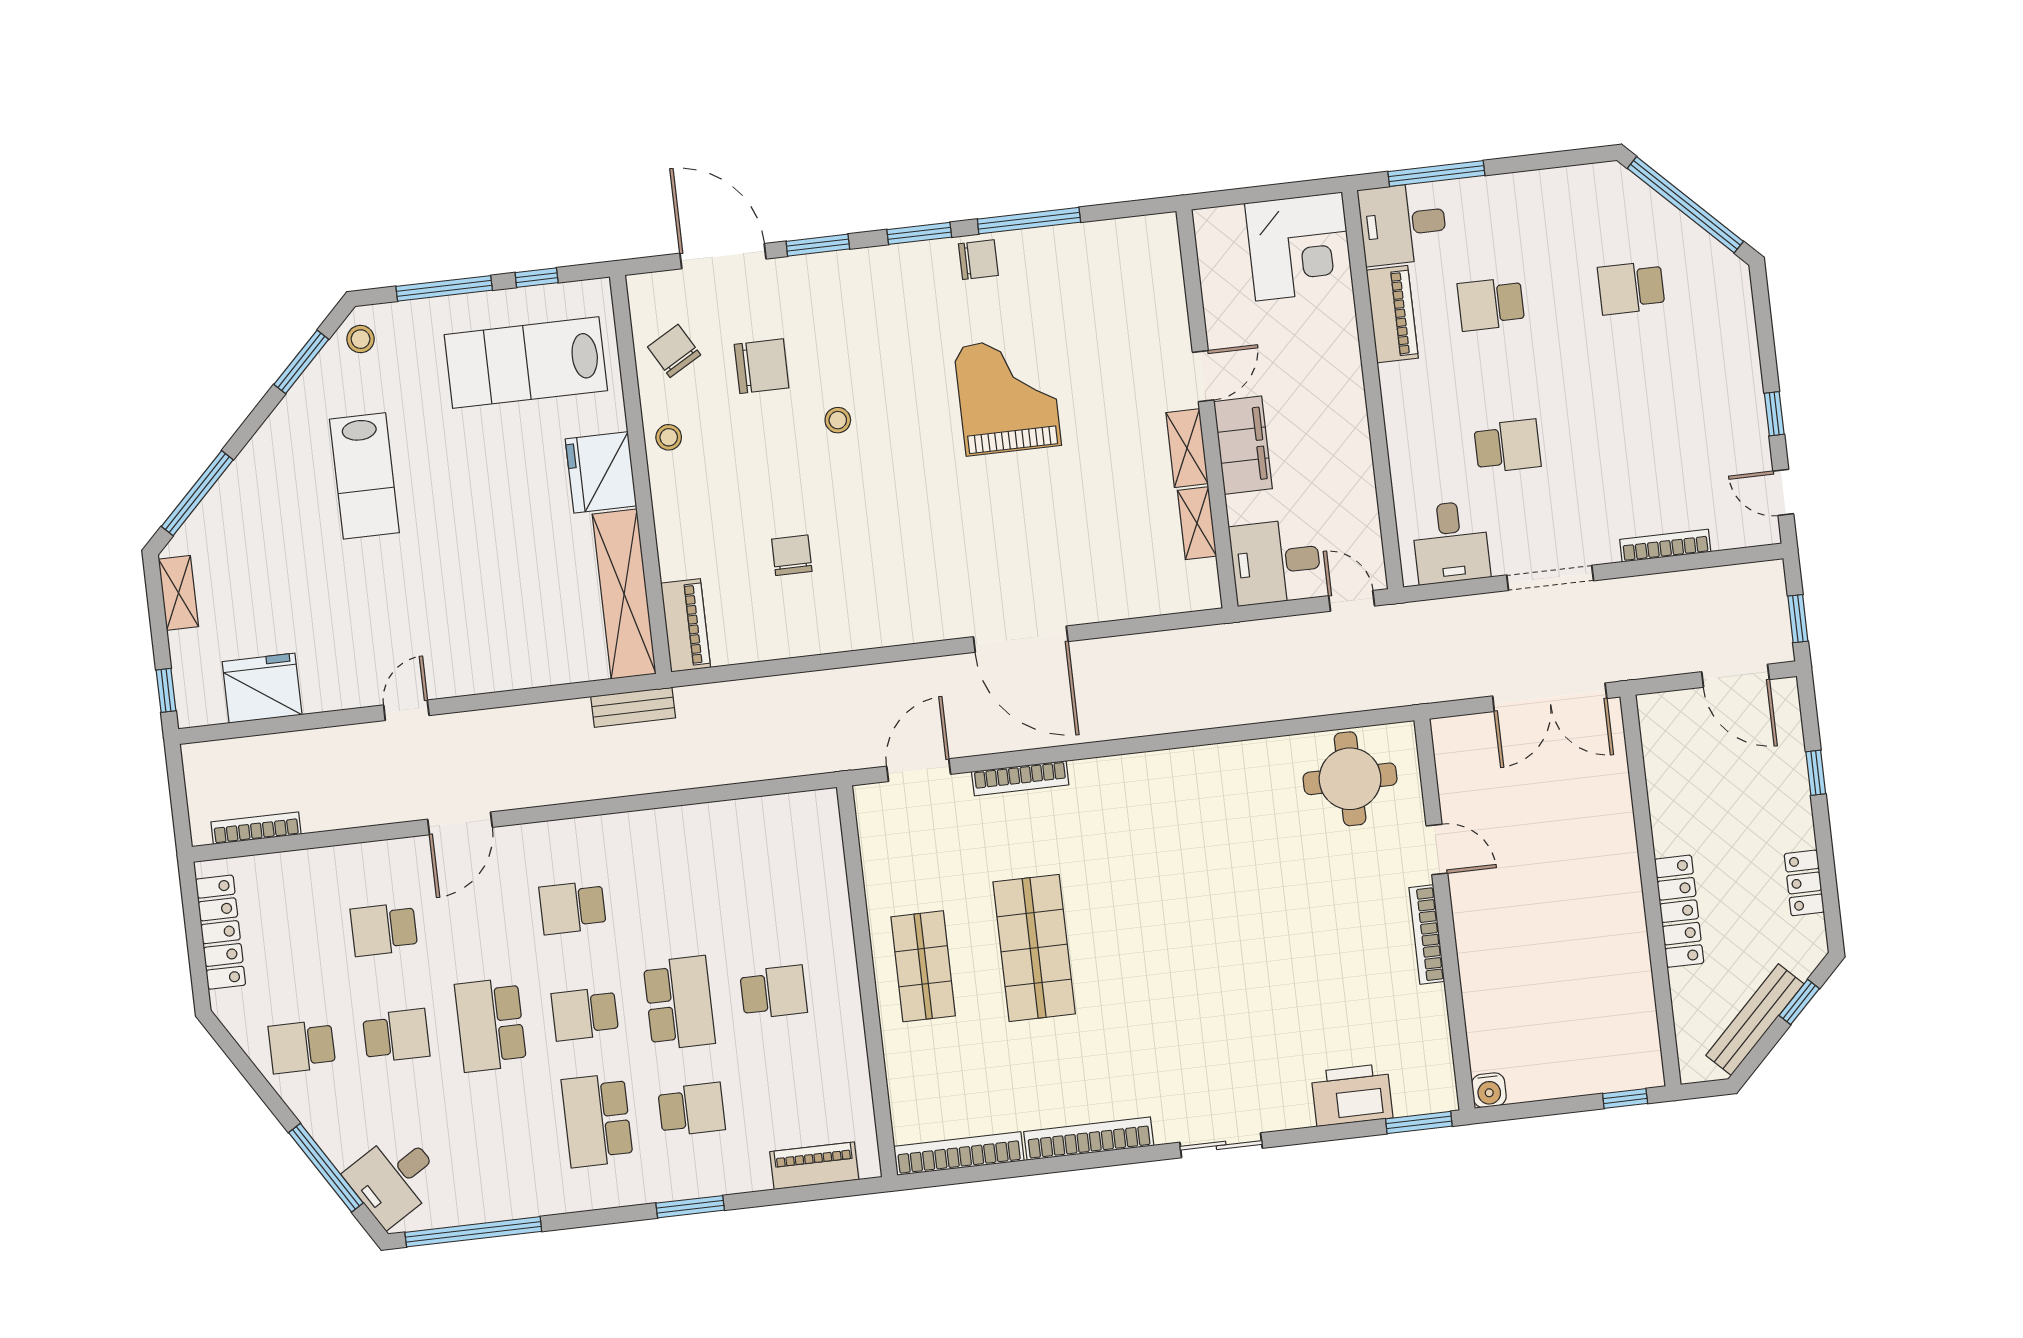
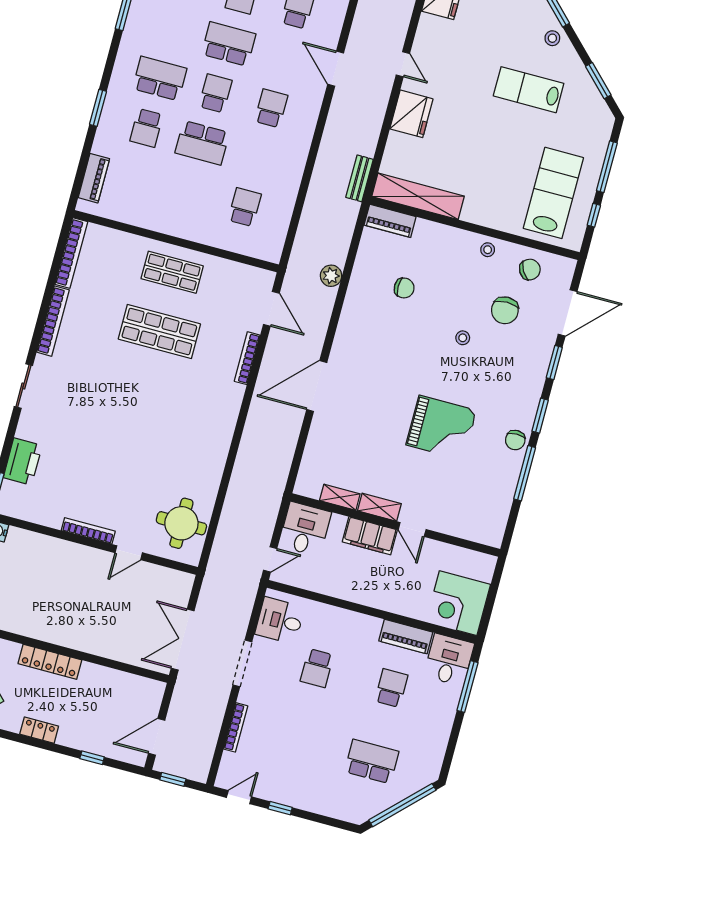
school desk: (1631, 288) -> (372, 762), width x1.85
stool: (361, 339) -> (552, 38), moved
fridge: (601, 472) -> (411, 114), moved, turned 90
plant: (821, 690) -> (331, 276), added
school desk: (774, 992) -> (245, 207), moved, turned 180

